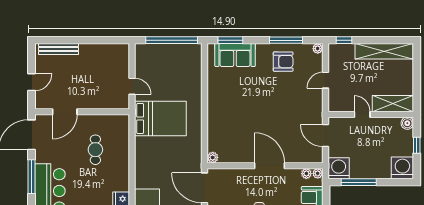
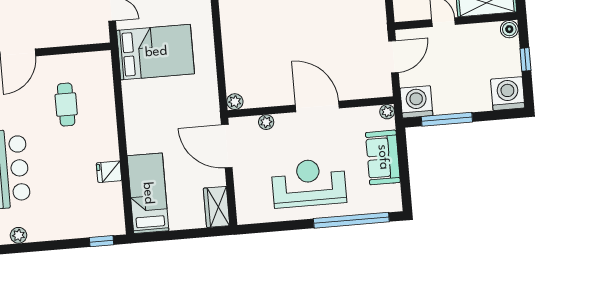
door: (325, 136) -> (394, 57), swing flipped
plant: (306, 174) -> (266, 122), moved

